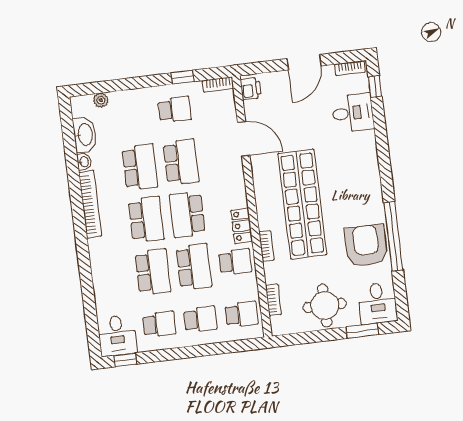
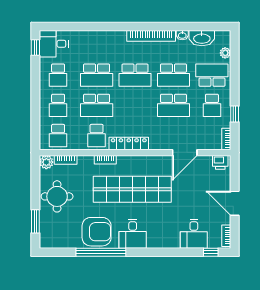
school desk: (187, 214) -> (212, 75), moved
locker: (242, 226) -> (129, 144), width x1.53
desk: (378, 303) -> (133, 234), moved, turned -90
plant: (280, 326) -> (46, 162), added

